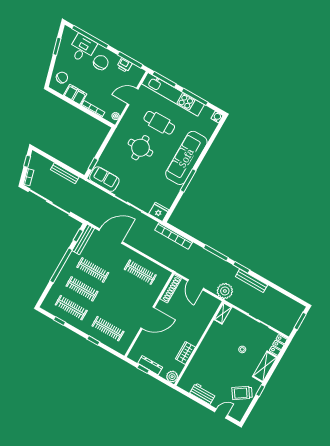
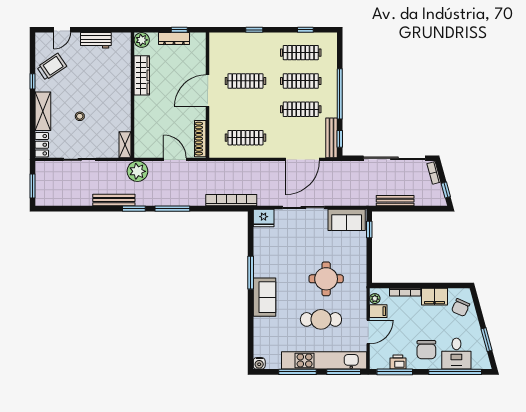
filing cabinet: (118, 106) -> (378, 311), added
sofa: (186, 158) -> (264, 297), width x0.54, depth x0.79
clothes rail: (108, 329) -> (245, 81), moved
wardrobe: (185, 353) -> (142, 75), width x1.50

